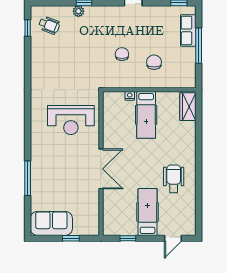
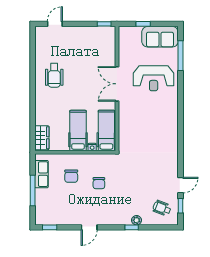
row of seats: (188, 30) -> (41, 174), moved
door: (28, 52) -> (180, 185), added
reception desk: (71, 120) -> (154, 78), moved, turned 180
window: (28, 178) -> (180, 56), moved
hospital bed: (148, 212) -> (106, 131), moved, turned 180
window: (128, 238) -> (104, 24), moved

